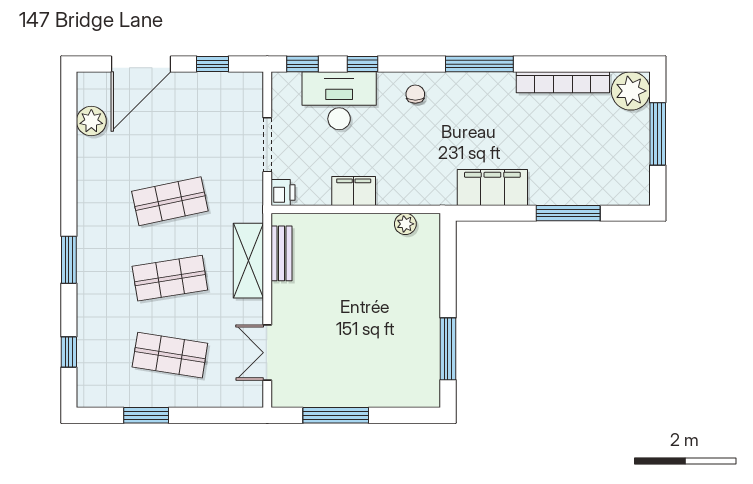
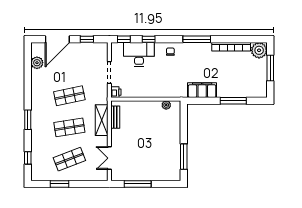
filing cabinet: (354, 191) -> (145, 92), removed
shop shelf: (170, 355) -> (69, 159), turned -30

